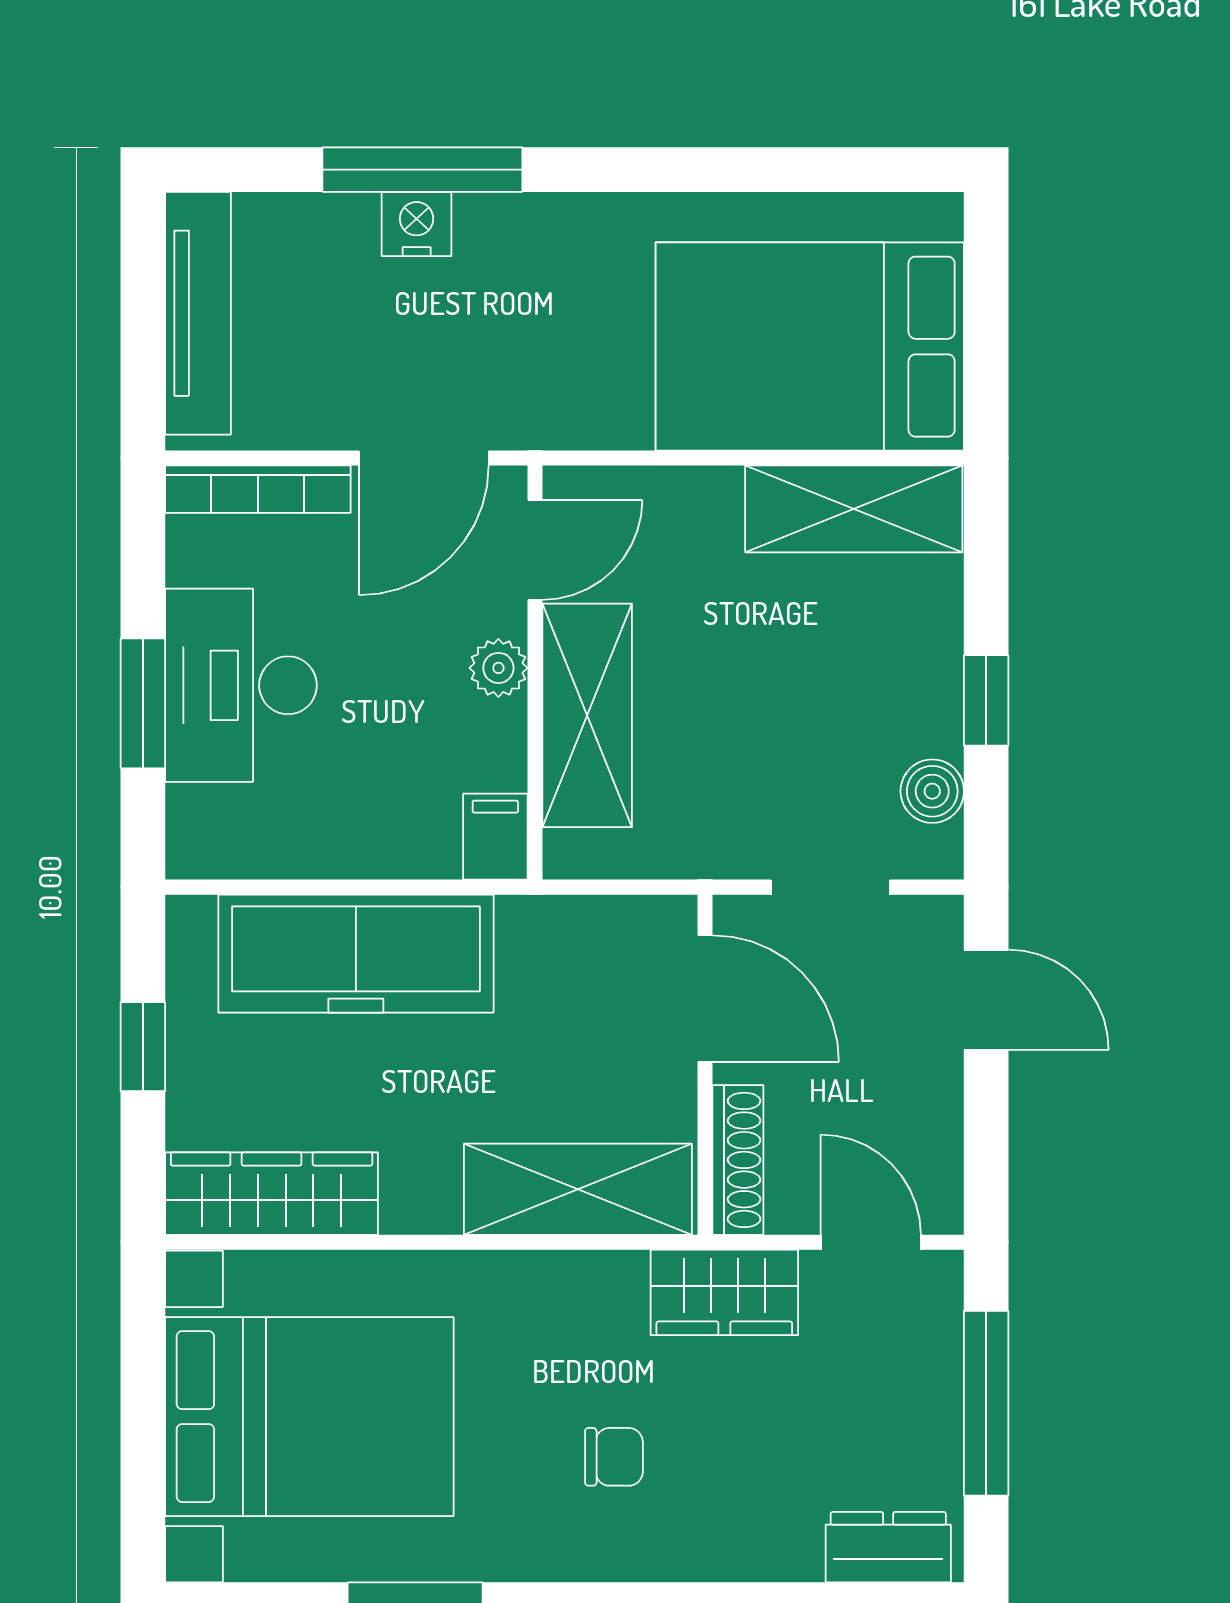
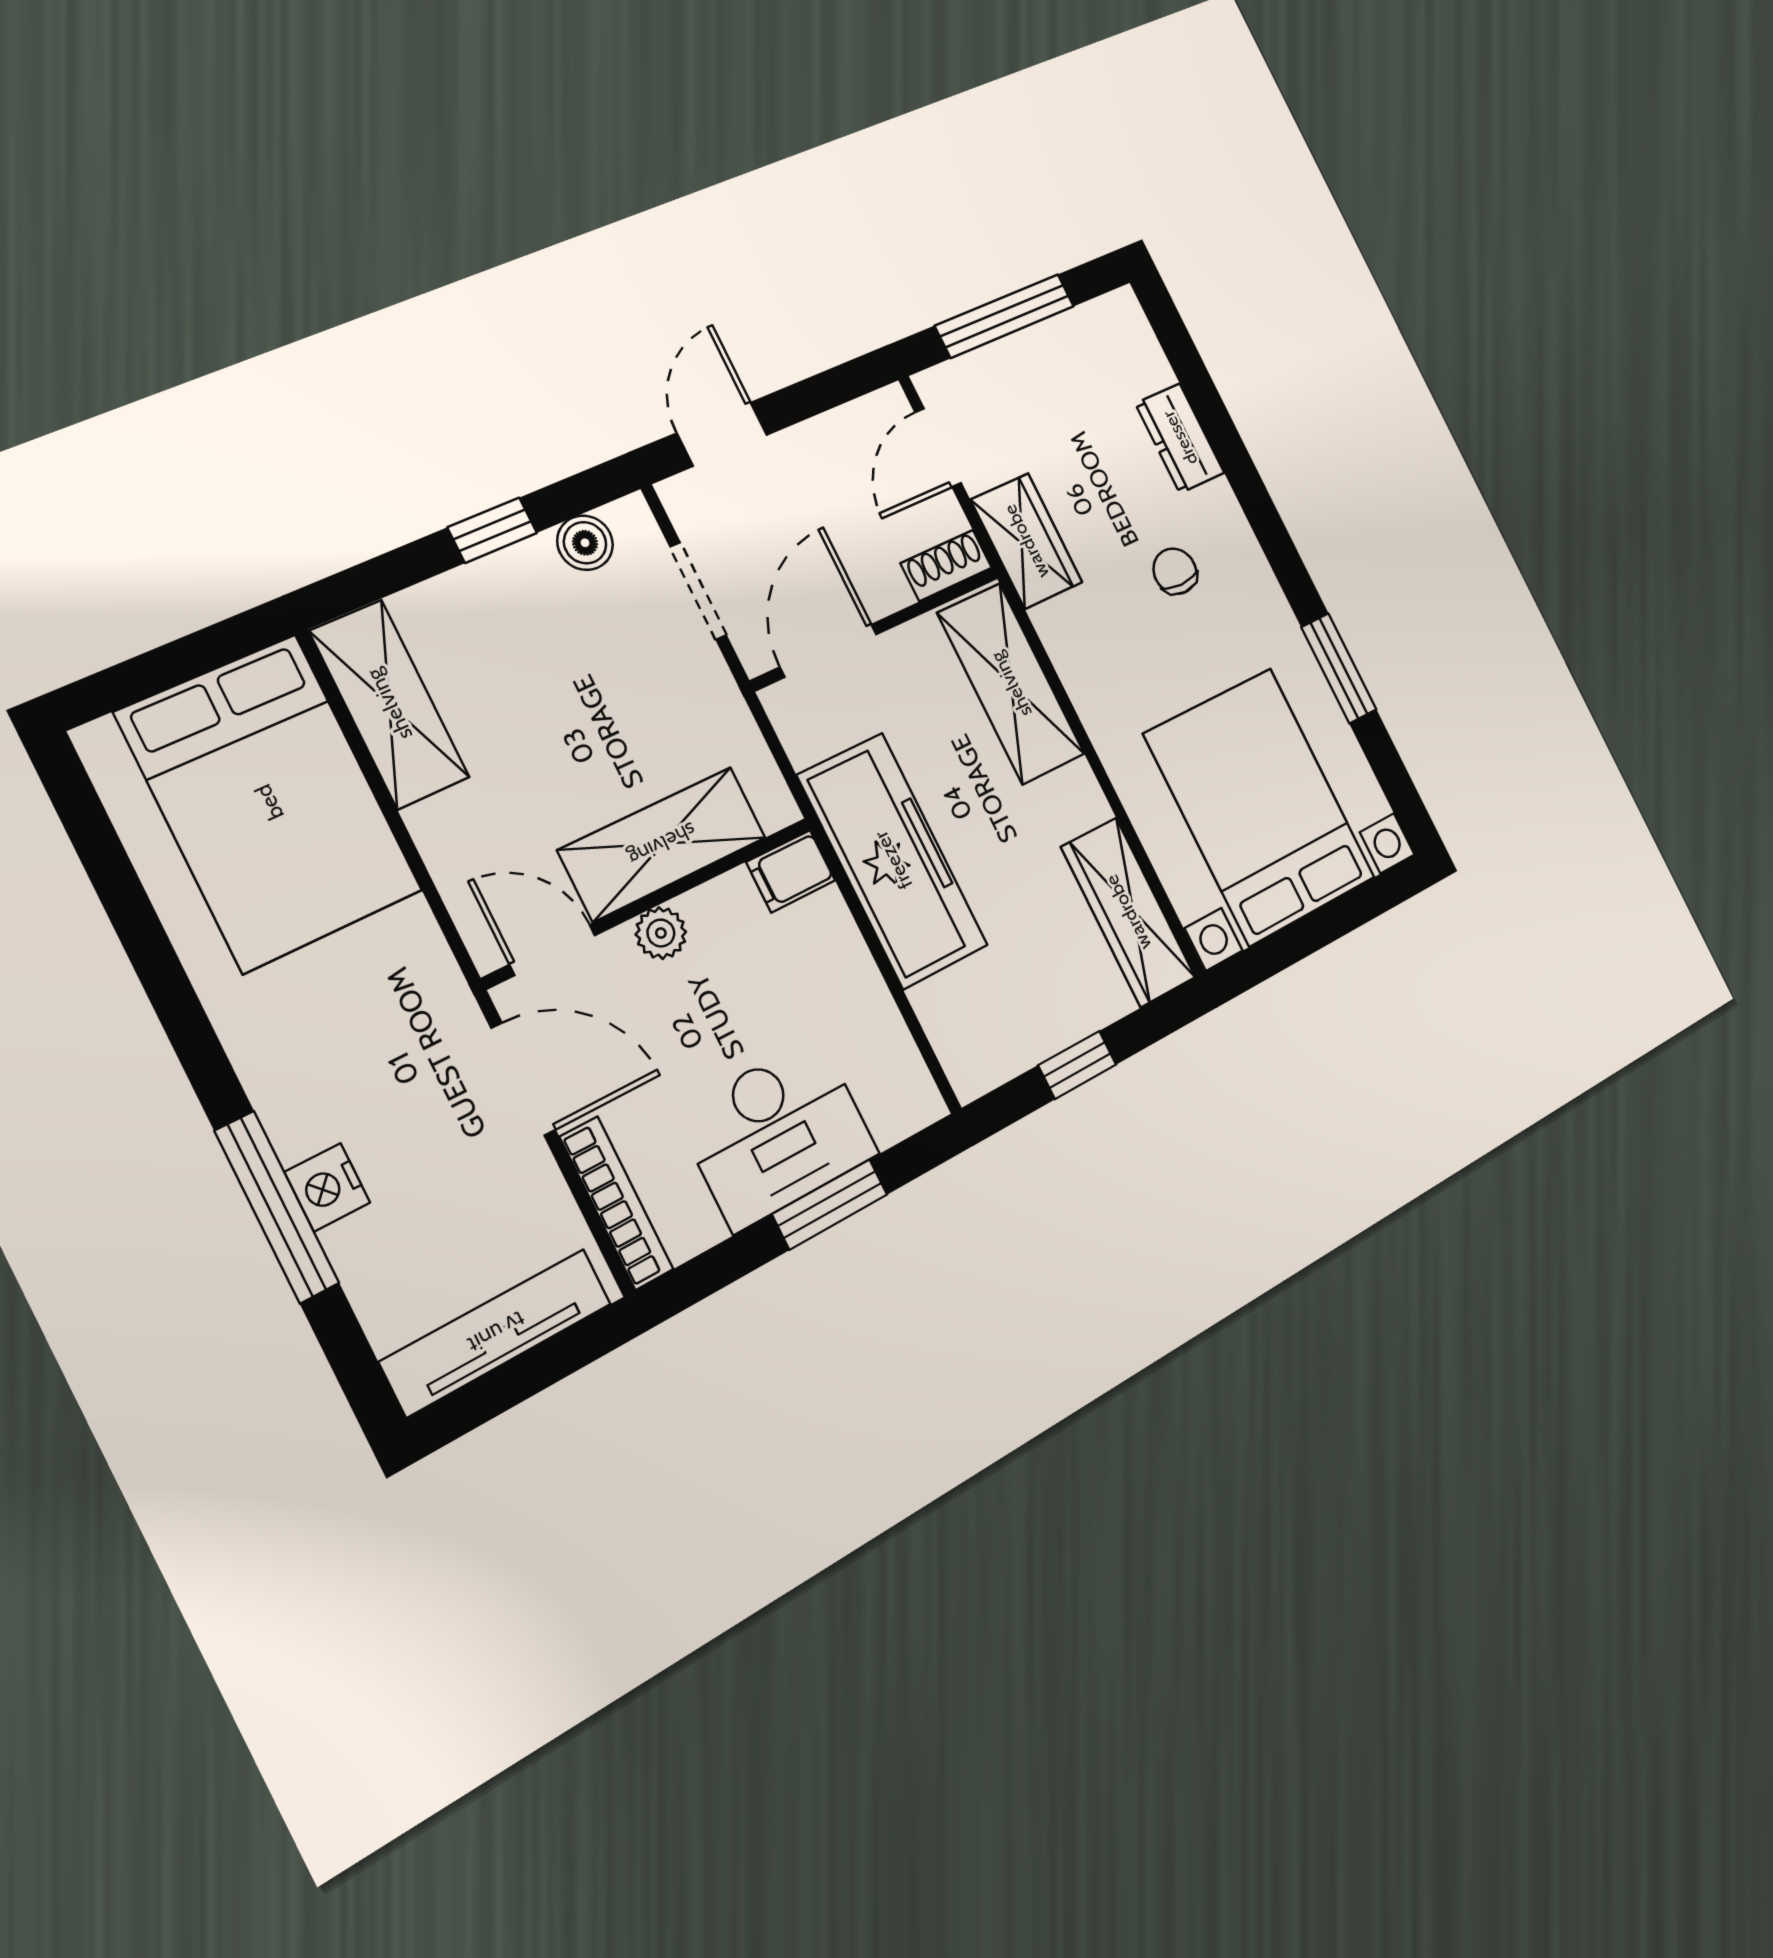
freezer: (356, 954) -> (893, 860), moved
shoe rack: (738, 1160) -> (946, 566), width x0.70
dresser: (888, 1547) -> (1180, 438), moved

